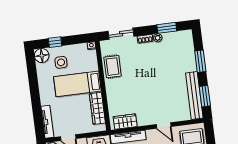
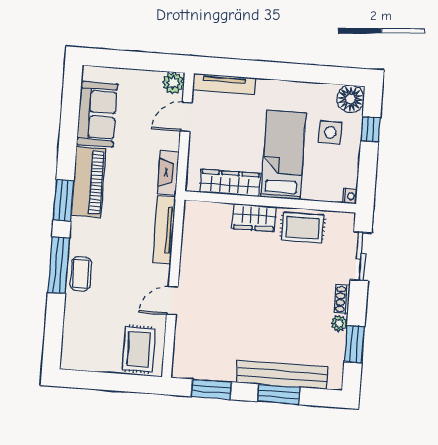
bench: (194, 96) -> (282, 375), moved
wardrobe: (125, 122) -> (254, 218), moved, turned 90

